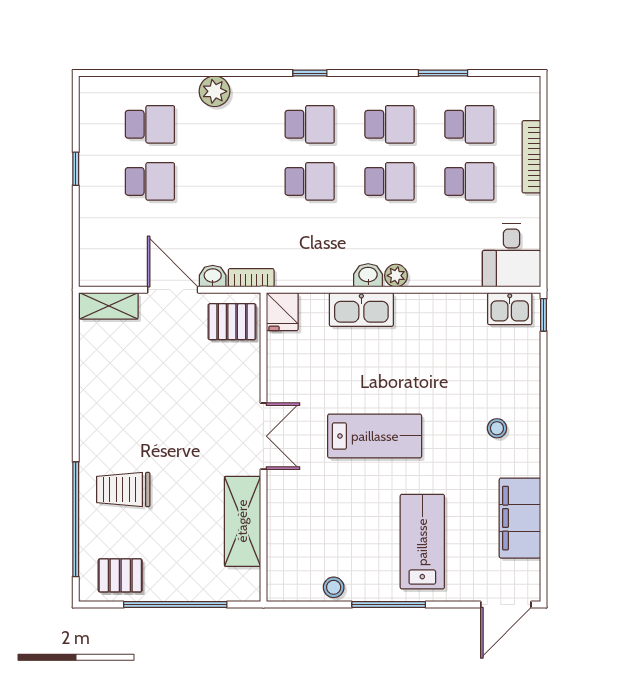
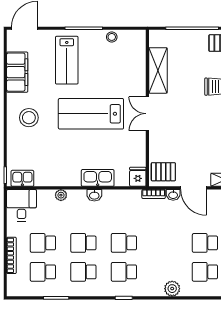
plant: (396, 276) -> (61, 195), moved
stool: (497, 428) -> (29, 118), width x1.89, depth x1.89
lab bench: (375, 436) -> (91, 114), width x1.36, depth x1.39

